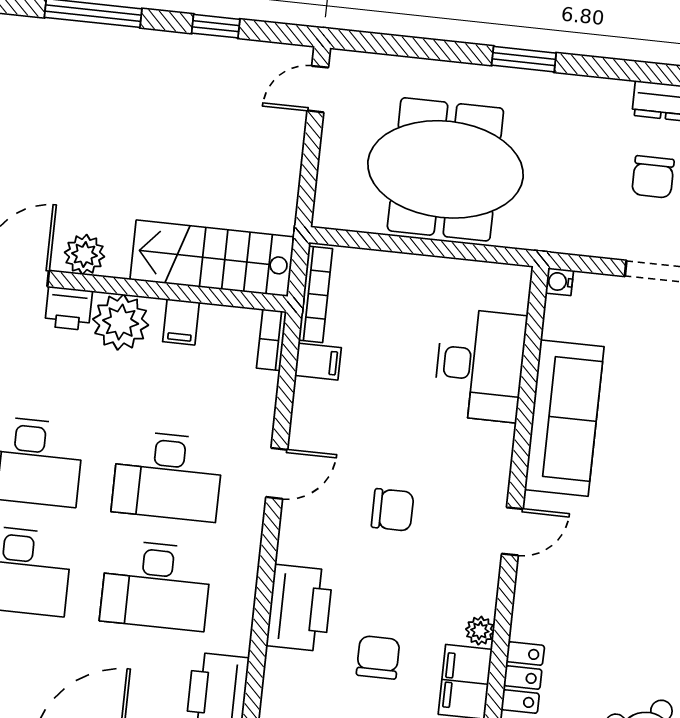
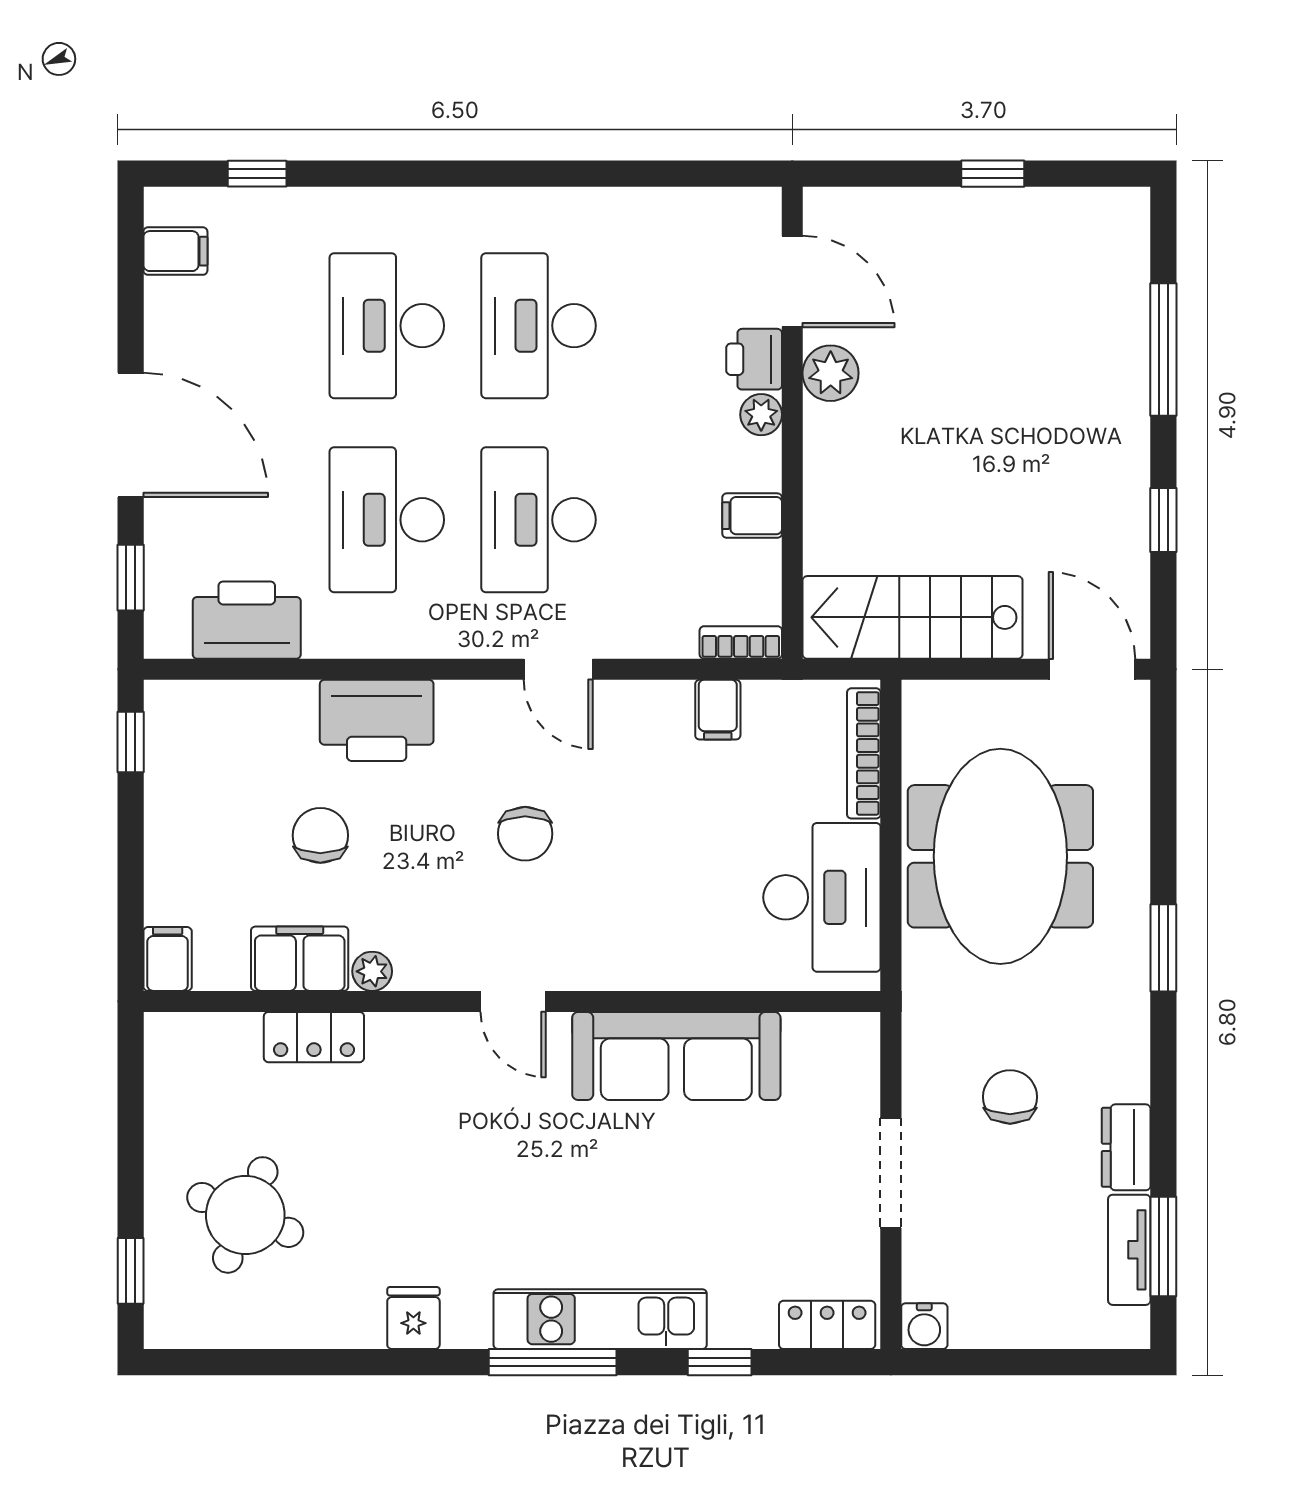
door: (318, 89) -> (1092, 669), width x1.38
chair: (653, 177) -> (1010, 1097), moved, turned 90
stairs: (212, 258) -> (913, 617), moved, turned -90
water cooler: (559, 282) -> (863, 1029), removed
bookcase: (316, 294) -> (864, 753), moved, turned 90
plant: (121, 322) -> (761, 415), width x0.53, depth x0.53
desk: (480, 365) -> (822, 897), moved, turned -90
chair: (378, 657) -> (320, 835), turned -90

